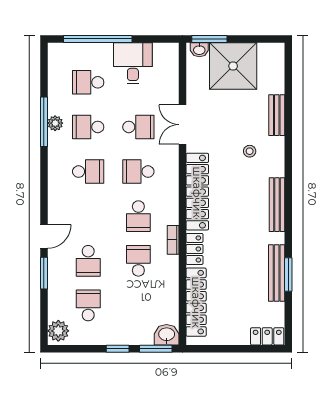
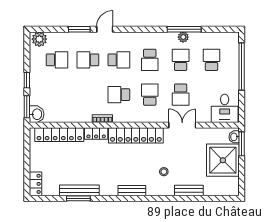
desk: (133, 63) -> (225, 108), moved, turned 90
bench: (277, 205) -> (132, 191), width x0.73
door: (44, 236) -> (105, 29), swing flipped
school desk: (138, 261) -> (119, 60), moved

